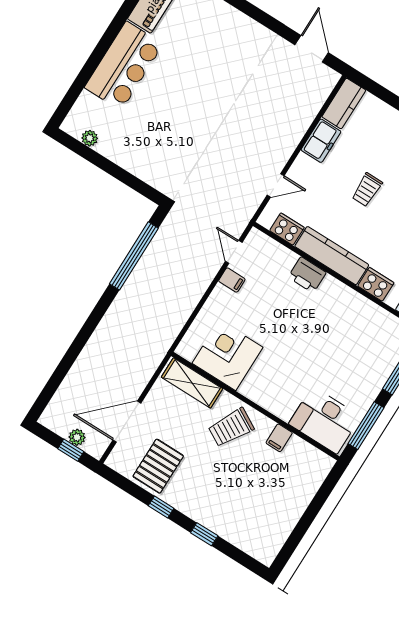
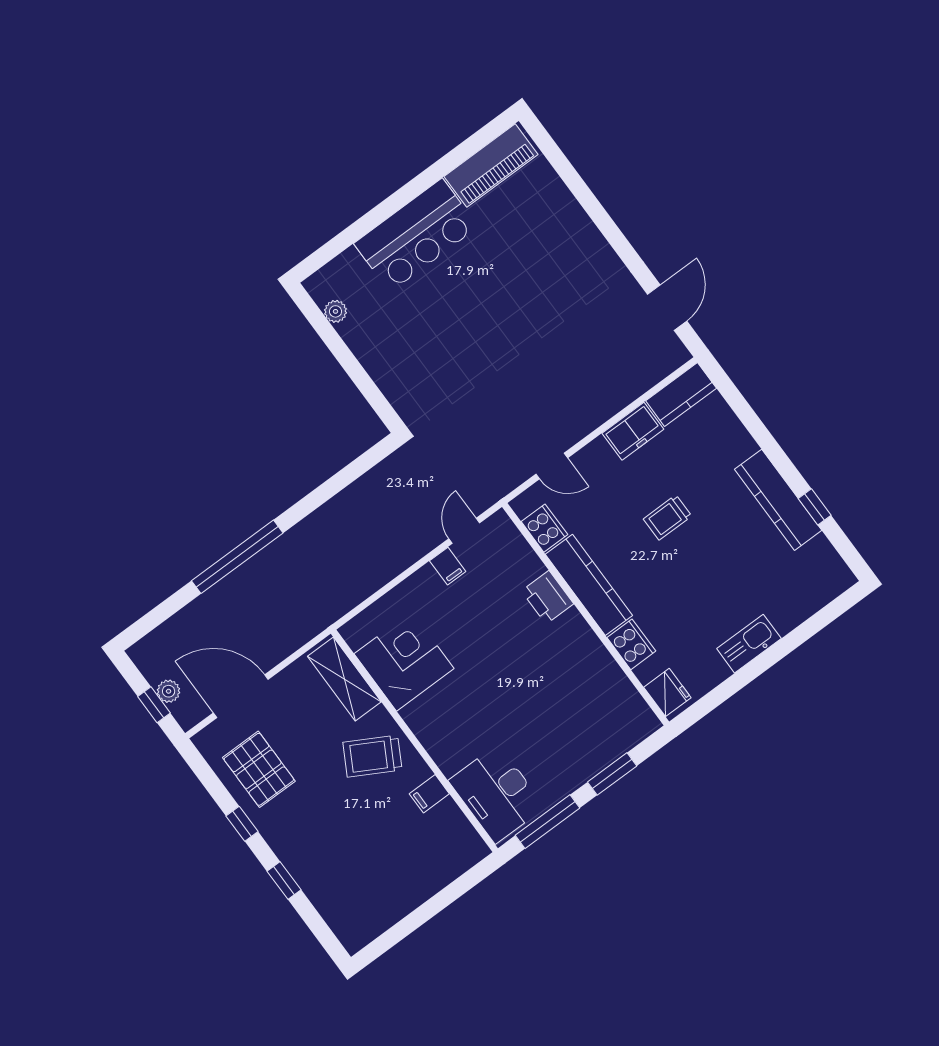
window: (134, 256) -> (237, 557), moved
pallet: (158, 466) -> (259, 769), turned 90

